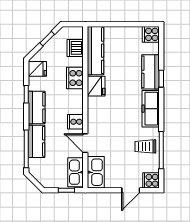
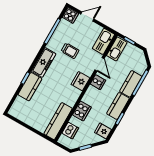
cooker: (151, 34) -> (16, 111), removed
fridge: (96, 86) -> (80, 81), moved
trolley: (145, 146) -> (70, 51), moved

